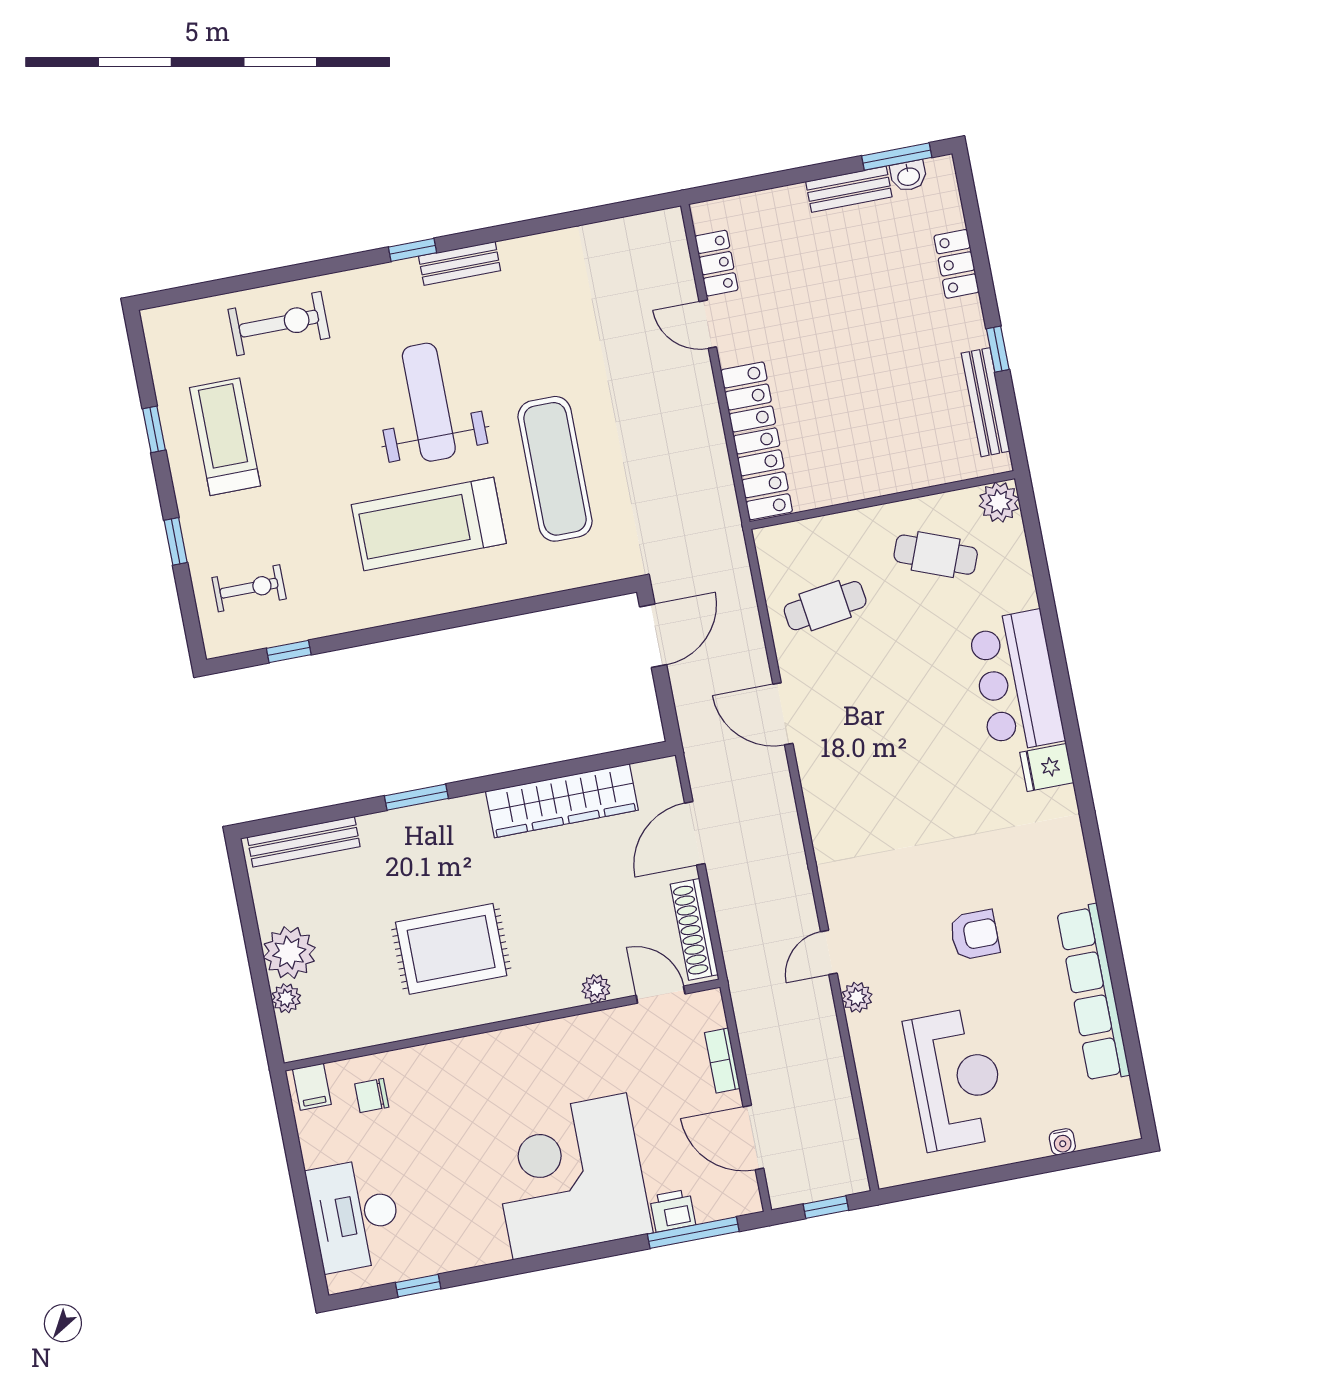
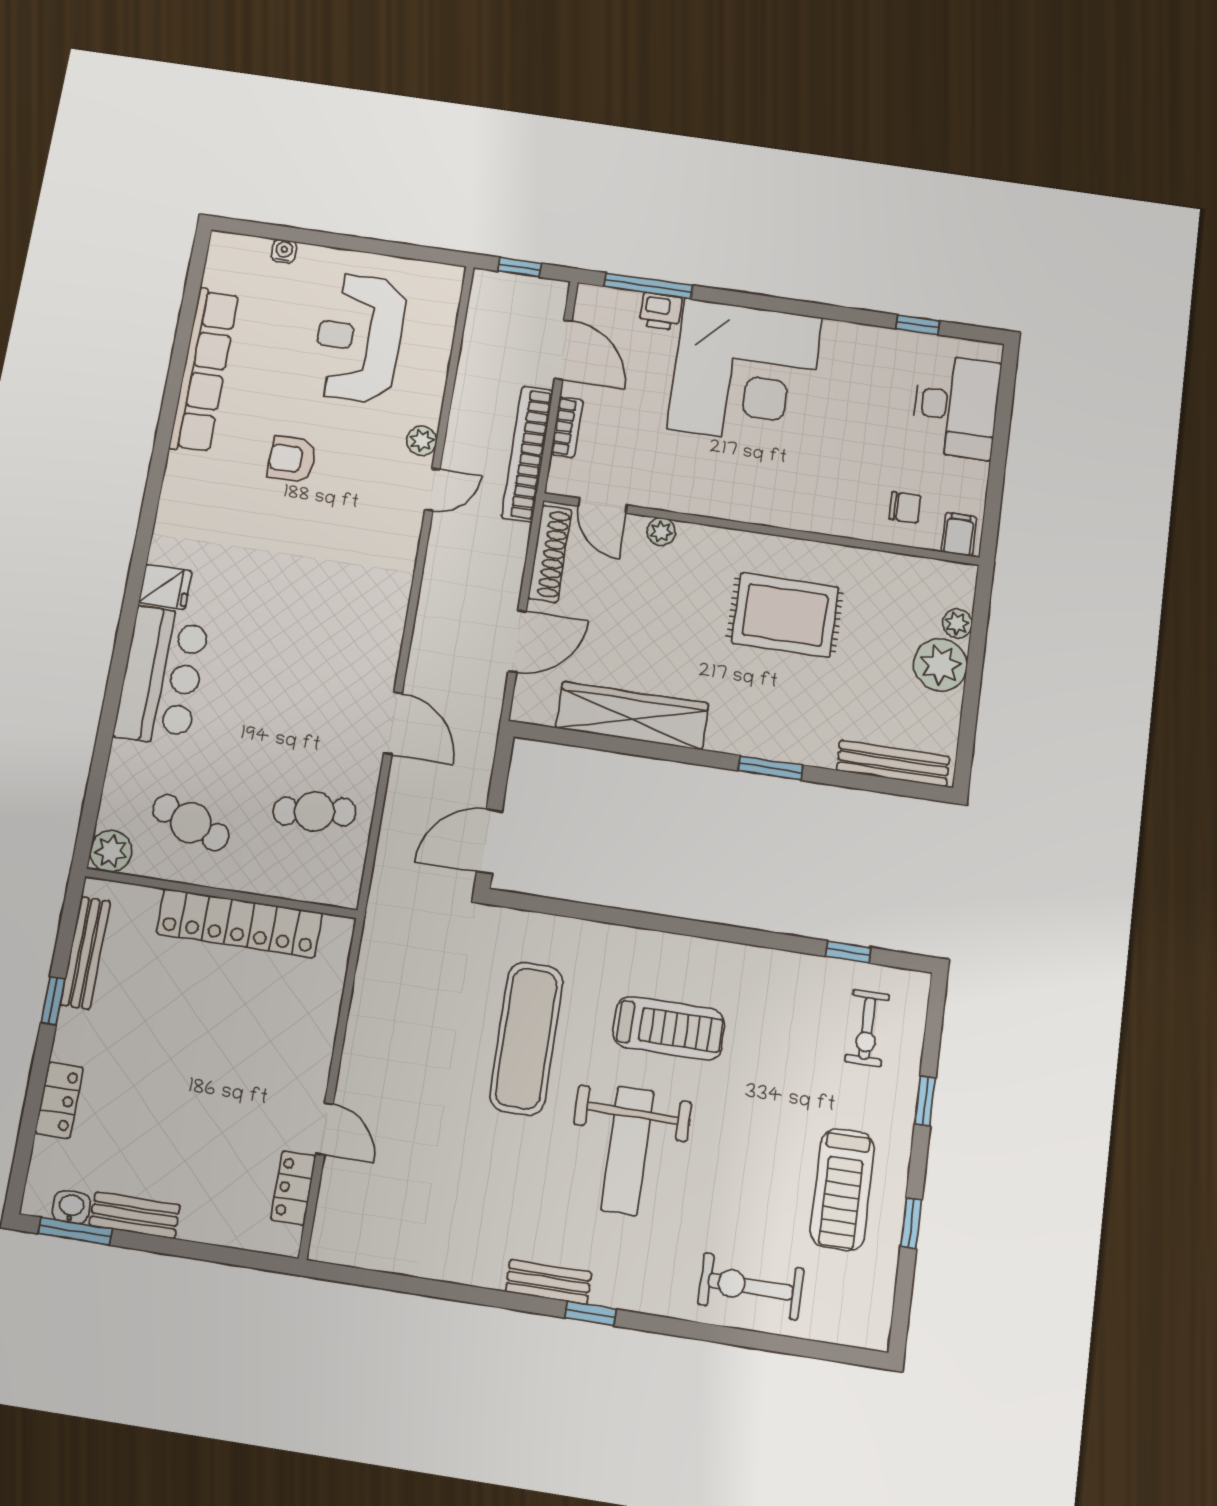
locker: (757, 441) -> (239, 923), moved, turned -90
treadmill: (429, 524) -> (669, 1028), width x0.73, depth x0.73
exercise bike: (249, 588) -> (867, 1028), turned -90
bookcase: (751, 1020) -> (527, 454), added

